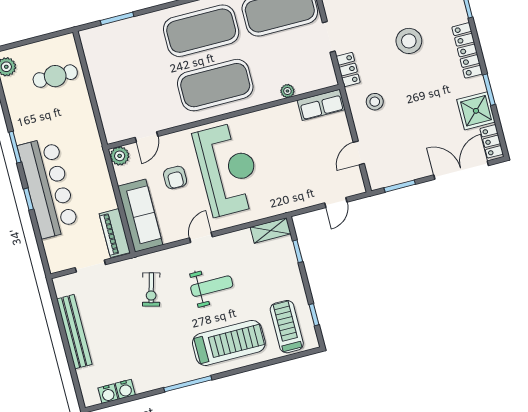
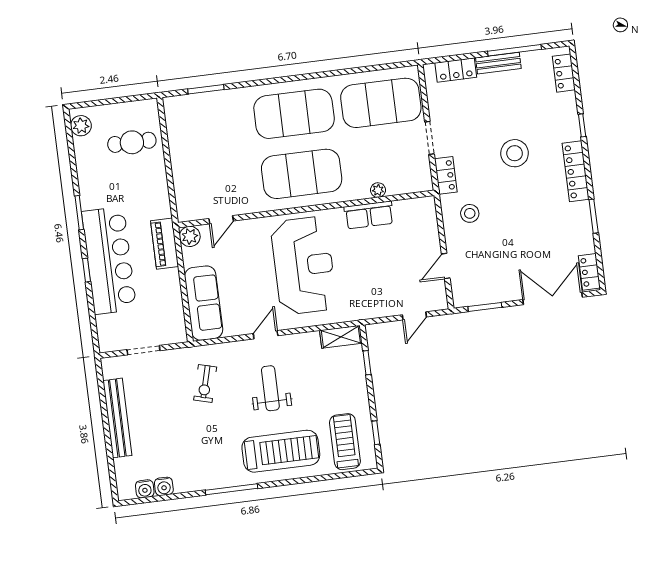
row of seats: (321, 105) -> (369, 215), moved
shower: (476, 111) -> (577, 237), removed
armchair: (175, 178) -> (246, 267), removed
piano: (115, 233) -> (165, 244), moved
weight bench: (212, 286) -> (270, 388), turned -90

